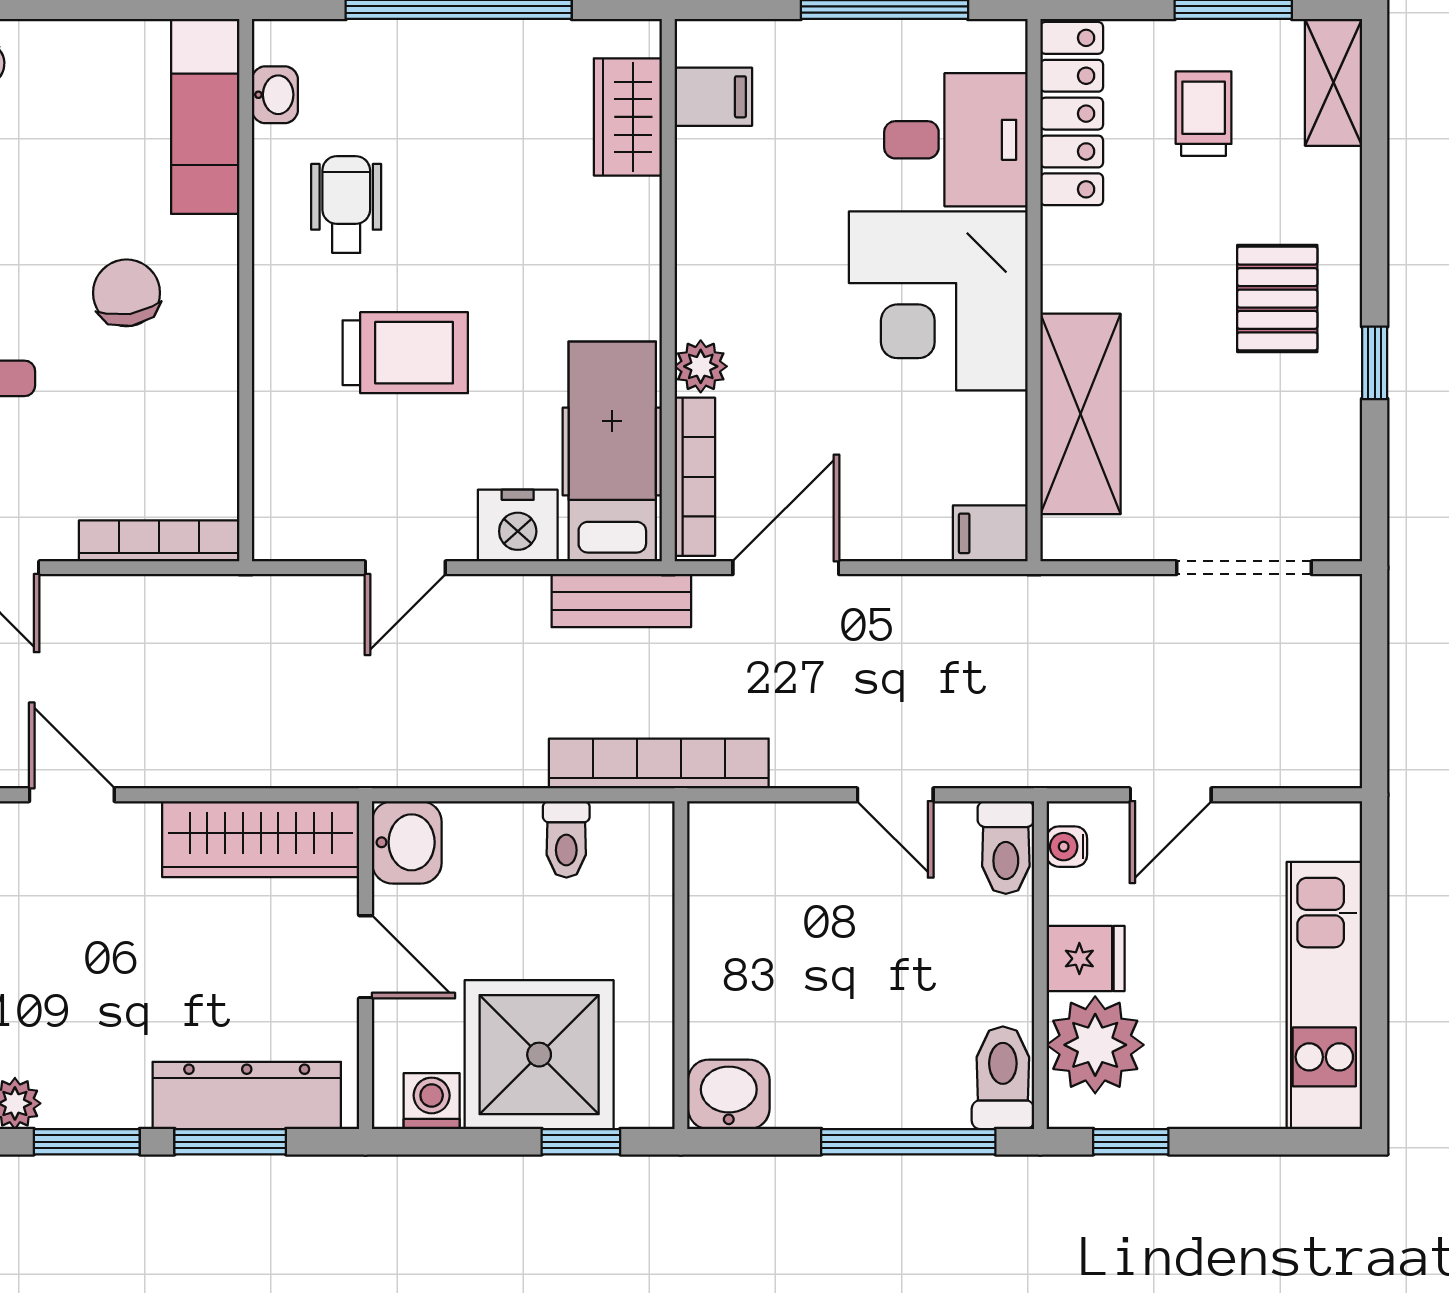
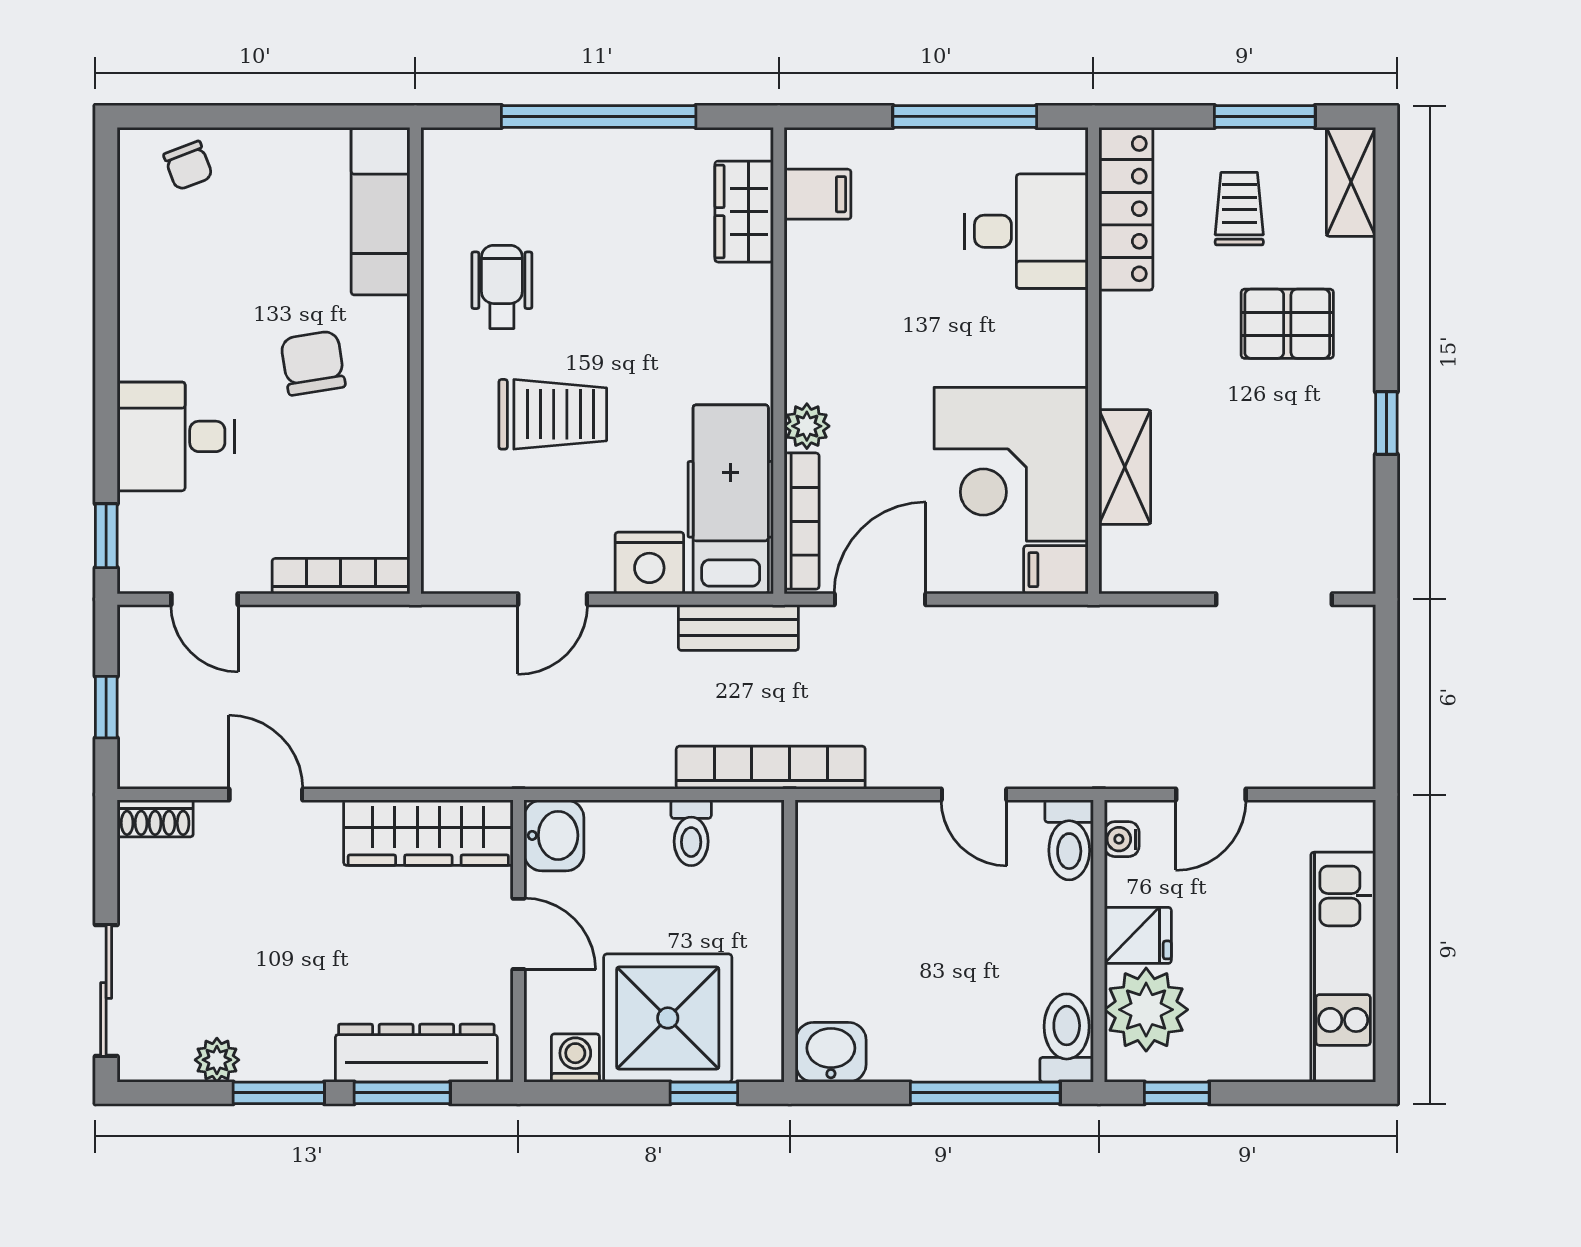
washbasin: (275, 95) -> (441, 192), removed
pallet: (1277, 299) -> (1287, 324), moved, turned 90
corner desk: (938, 301) -> (1011, 464), moved
shelving: (1080, 414) -> (1125, 467), width x0.67, depth x0.75

